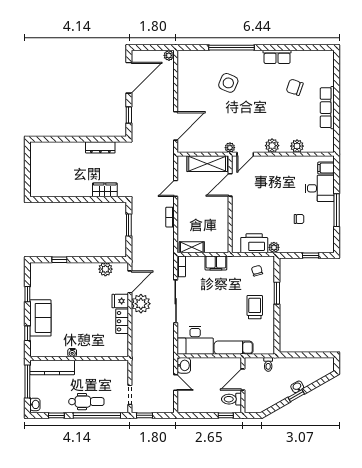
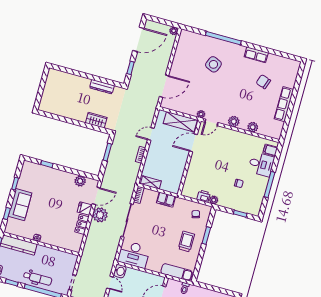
printer: (254, 243) -> (204, 196), width x0.53, depth x0.68
exam couch: (234, 348) -> (177, 272), moved

